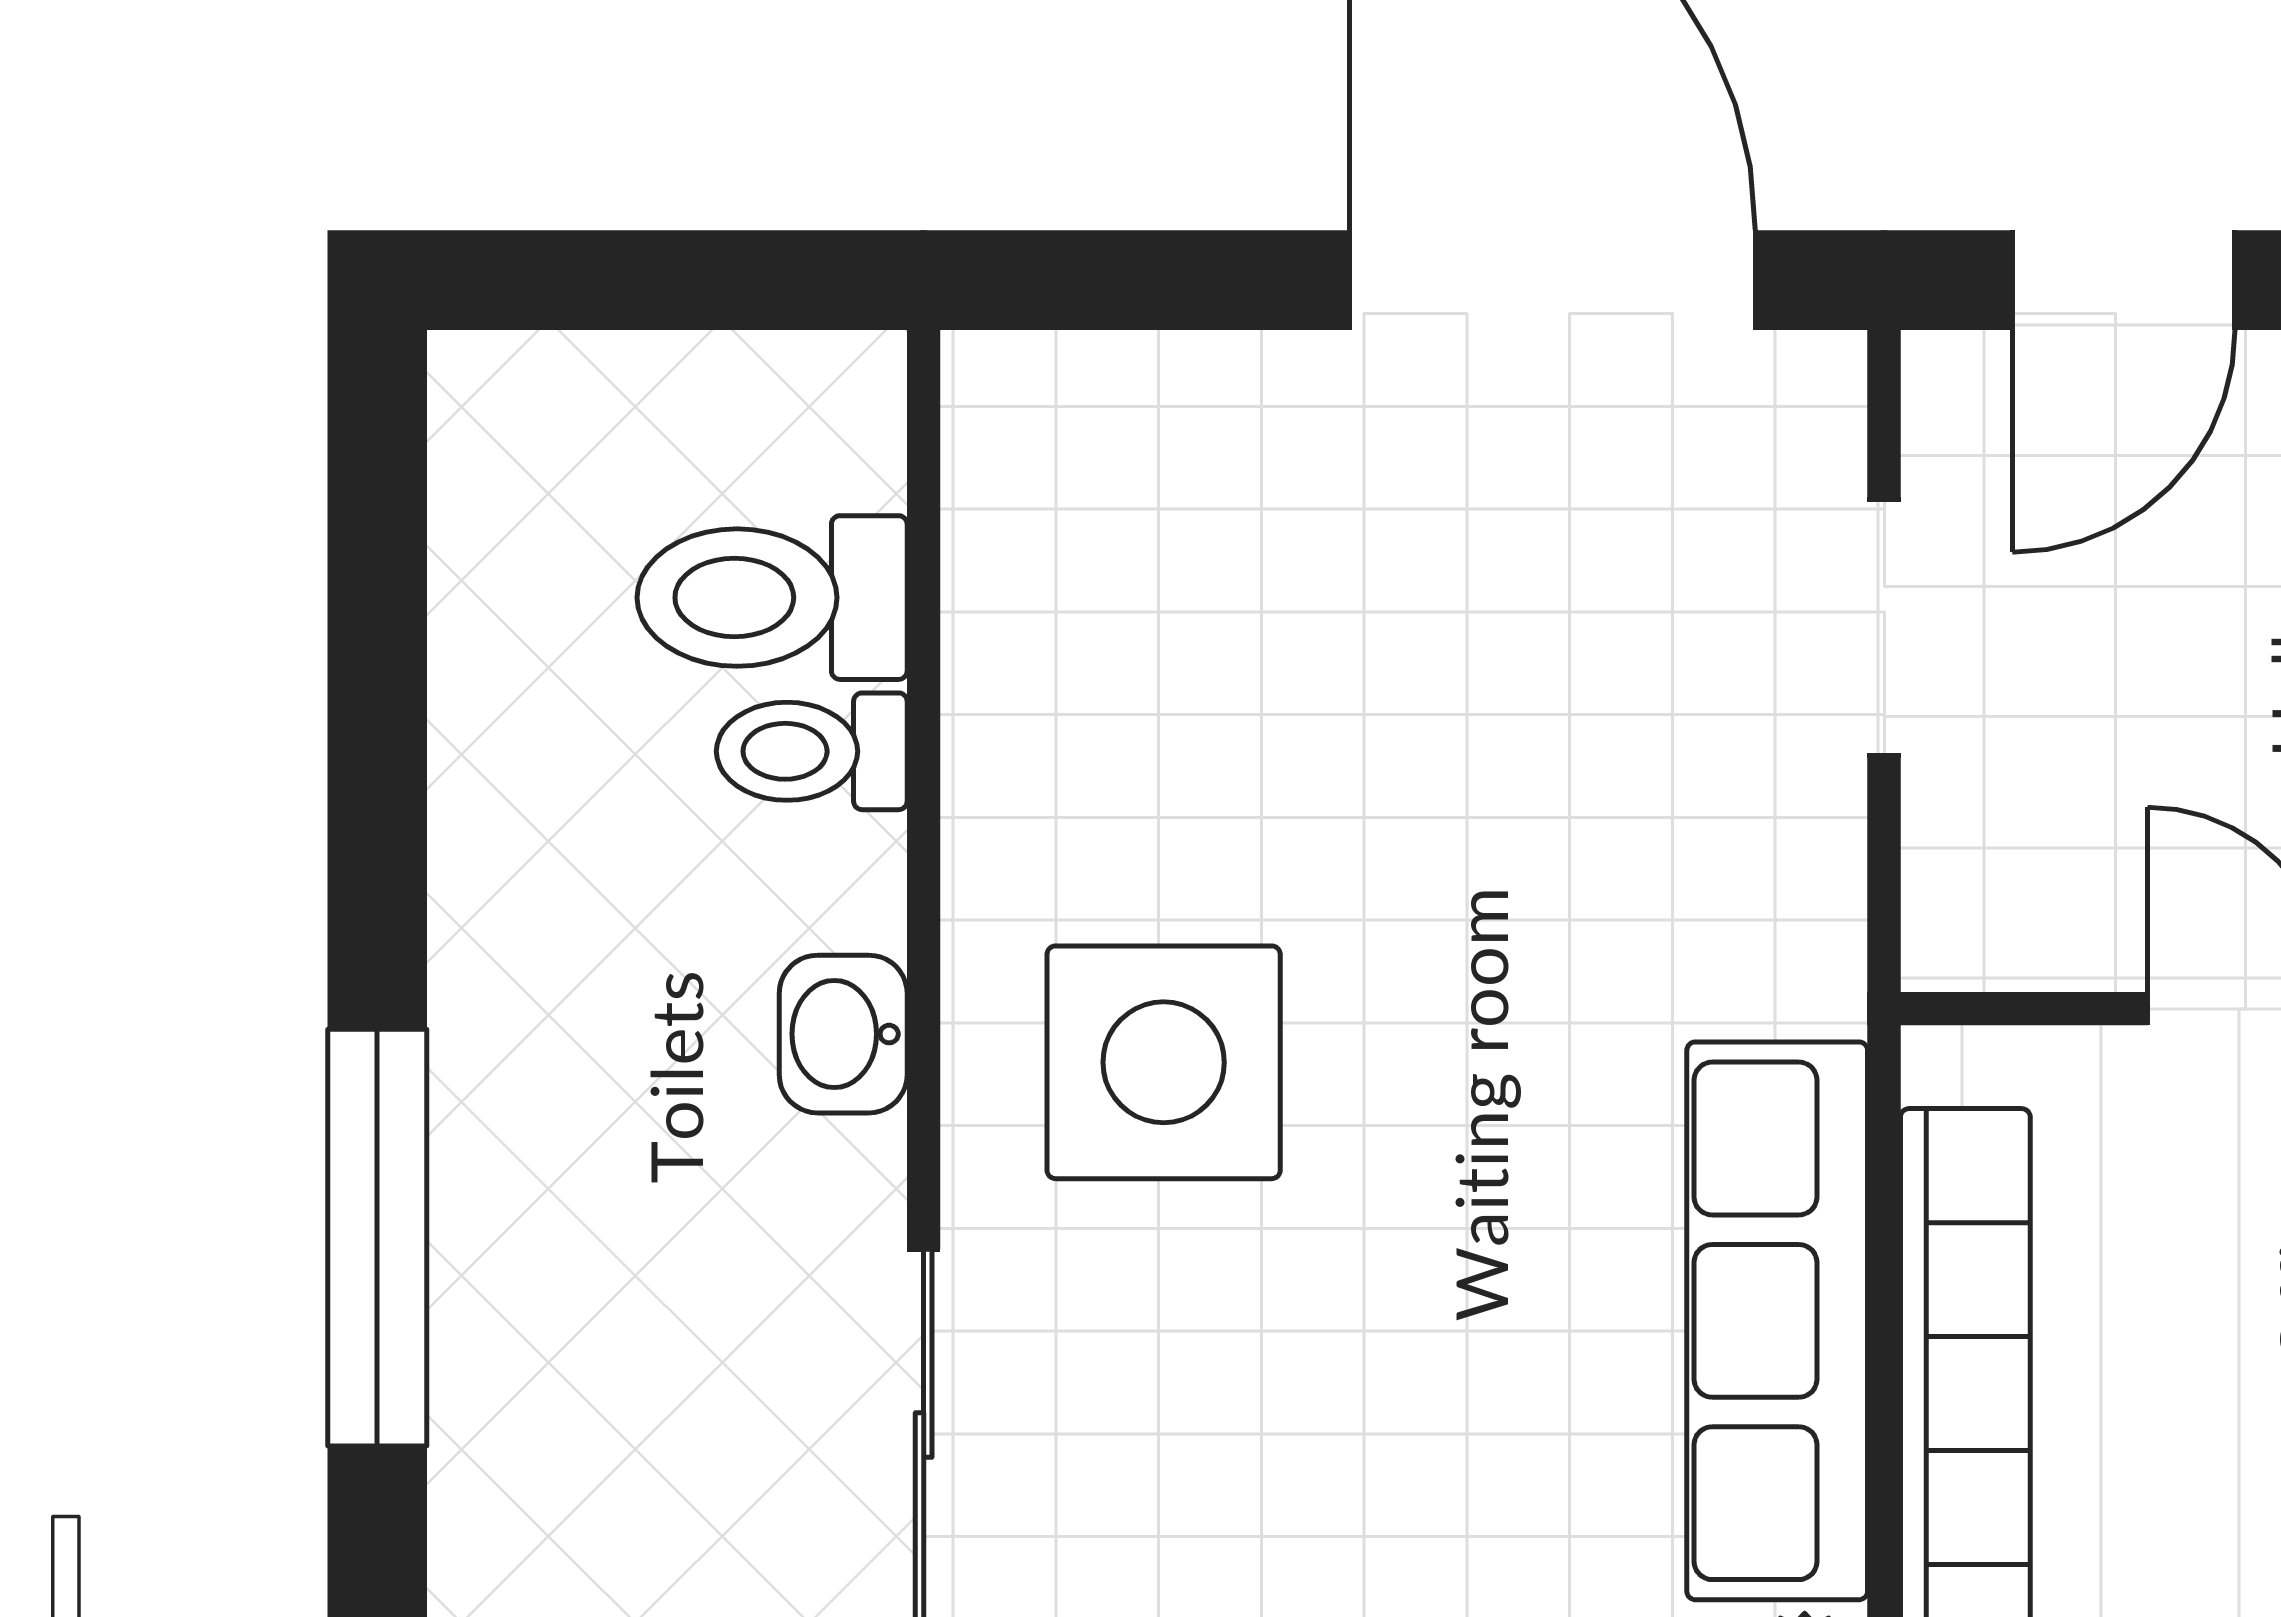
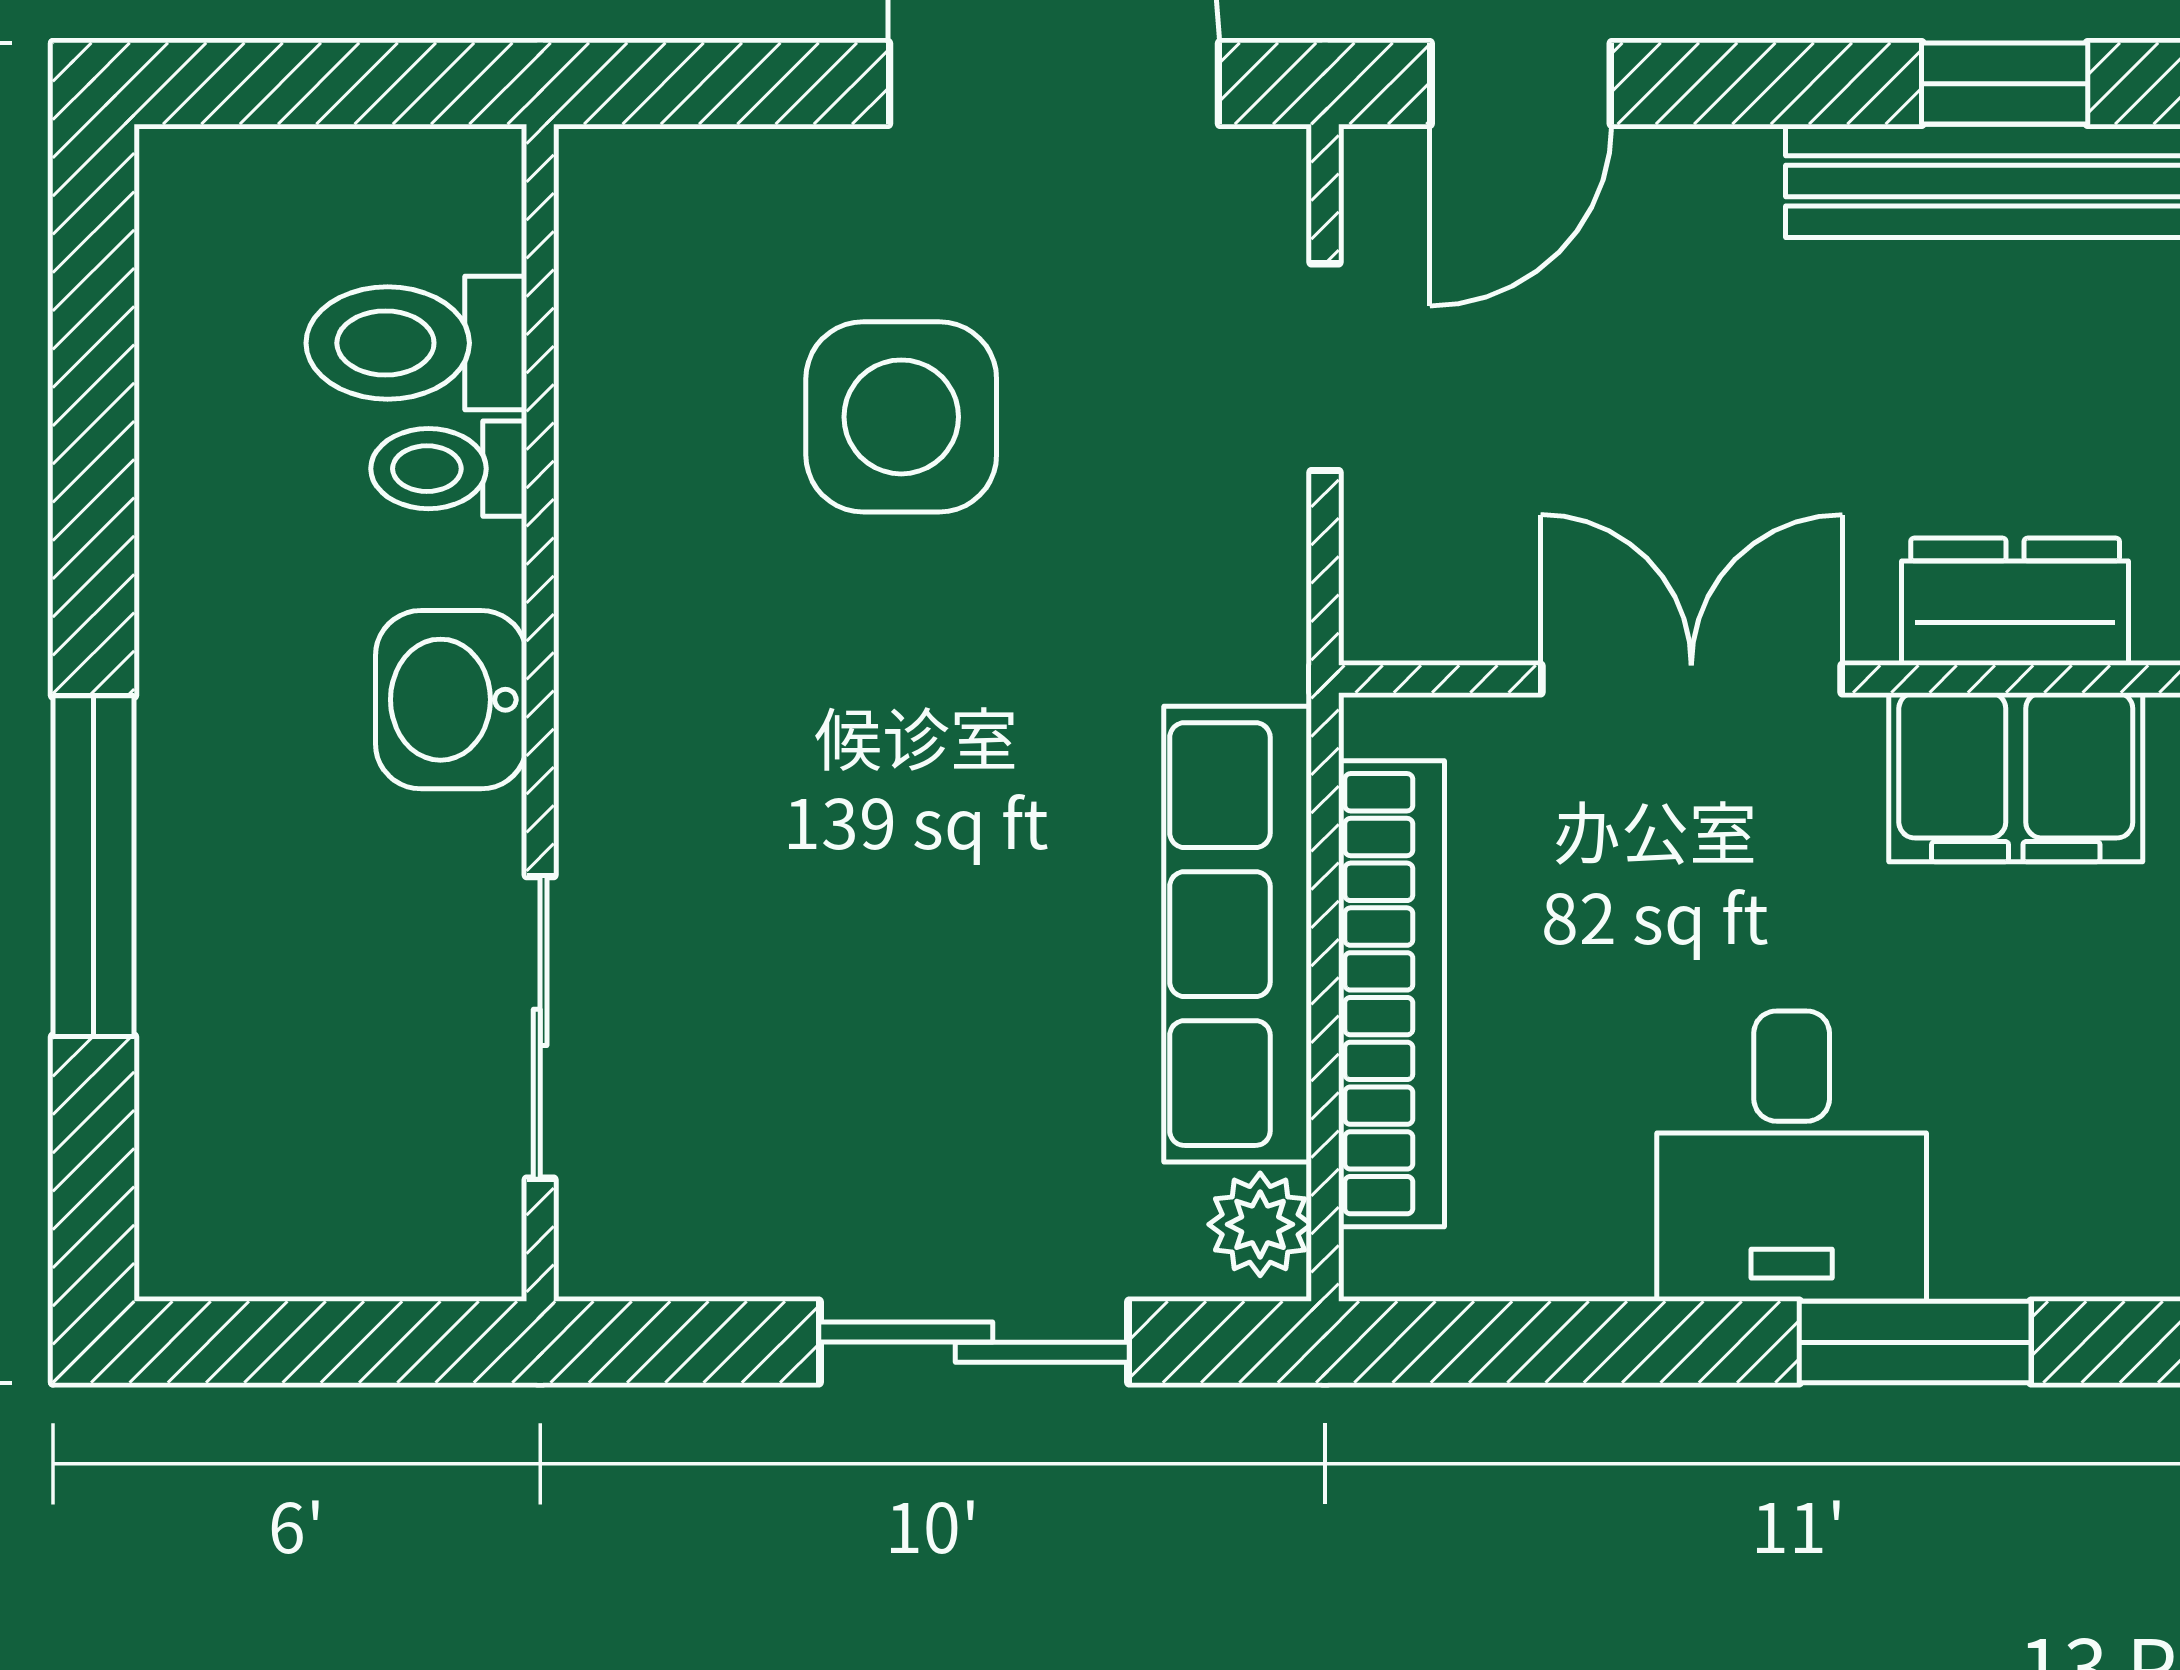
washbasin: (843, 1034) -> (451, 700), width x1.38, depth x1.45
side table: (1164, 1062) -> (901, 417), moved

